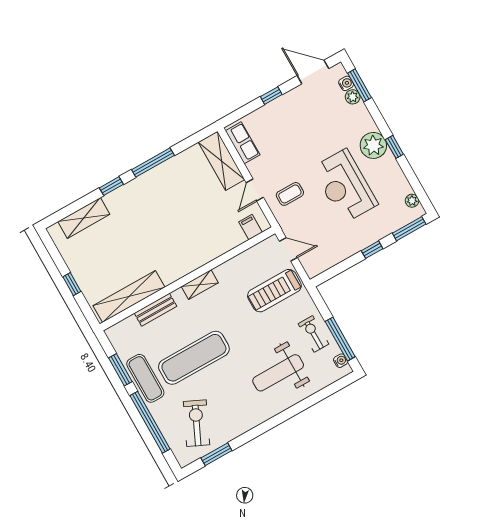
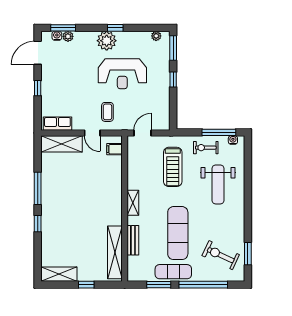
shelving: (84, 218) -> (59, 274), moved, turned 90
treadmill: (274, 291) -> (173, 167), moved

